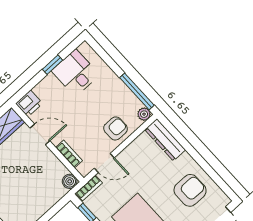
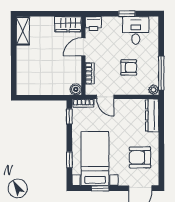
armchair: (116, 128) -> (129, 67), moved
door: (40, 134) -> (83, 47), swing flipped
armchair: (190, 190) -> (140, 157), turned 180

